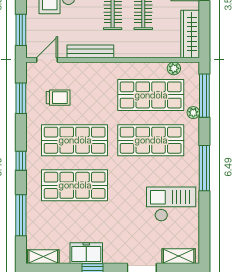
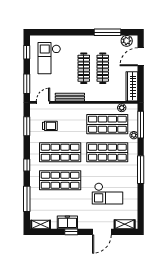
checkout: (171, 204) -> (107, 194), moved, turned 180

